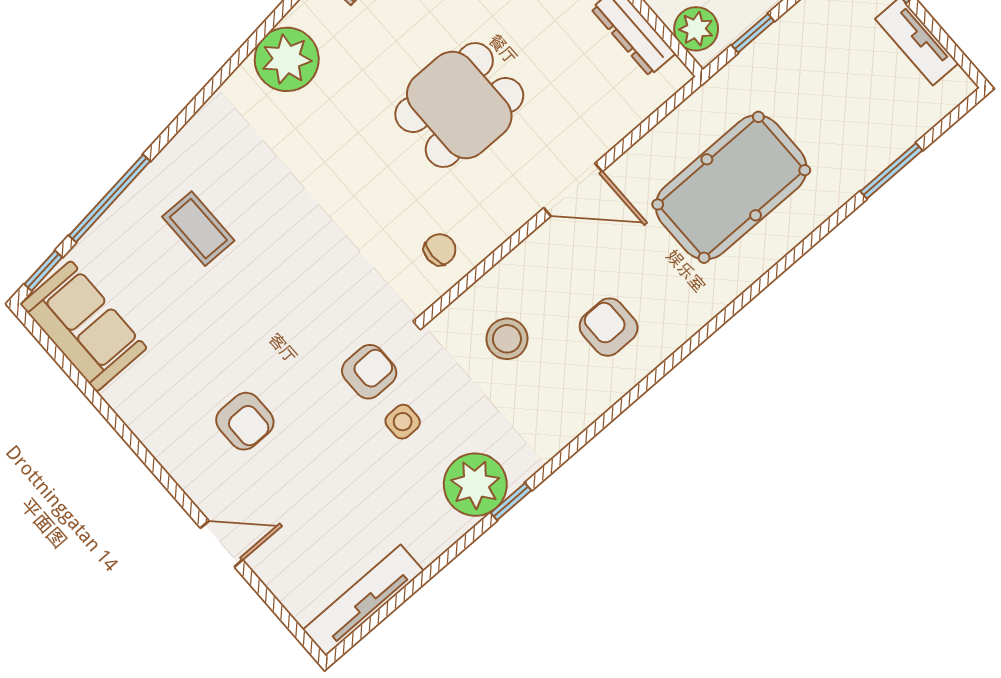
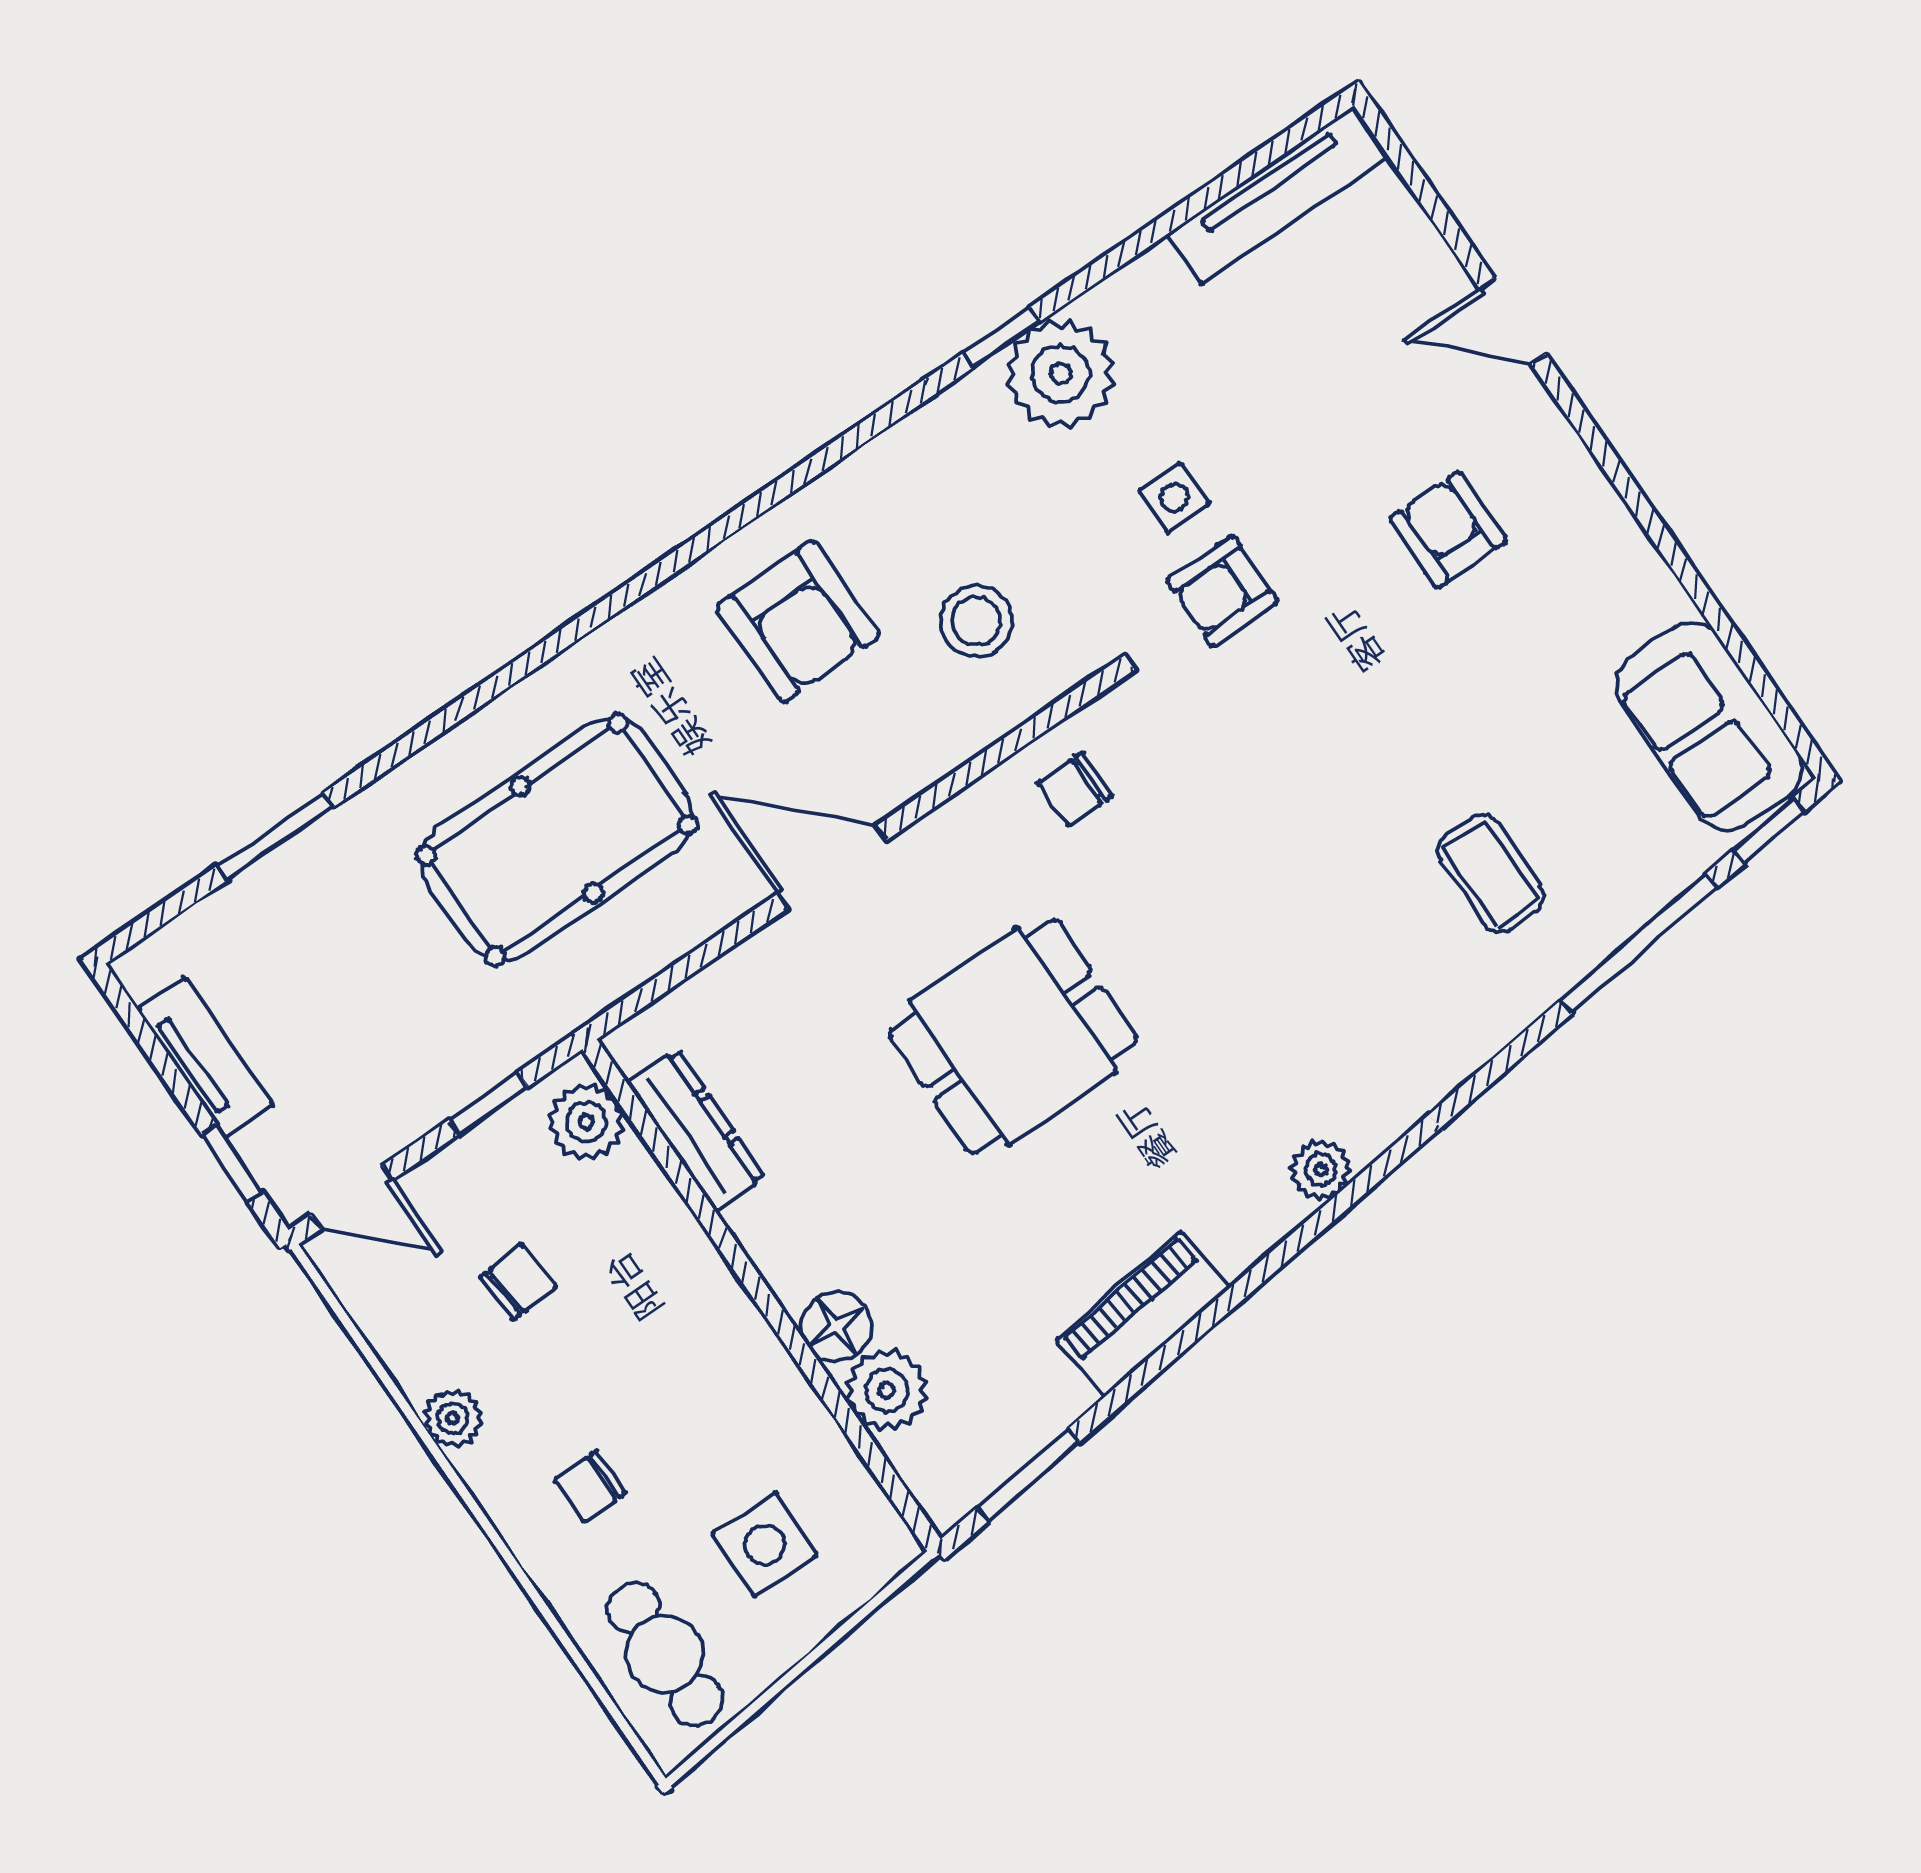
plant: (287, 59) -> (1321, 1170), width x0.53, depth x0.53
armchair: (609, 327) -> (797, 621), width x1.38, depth x1.38

